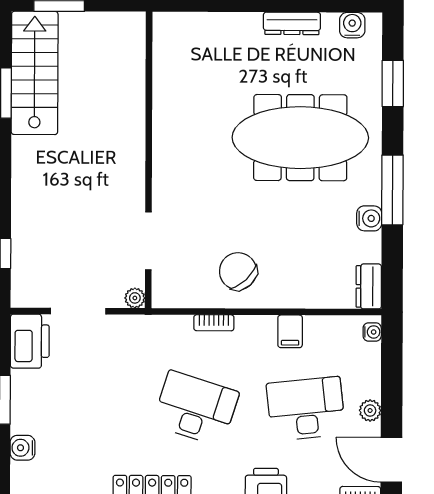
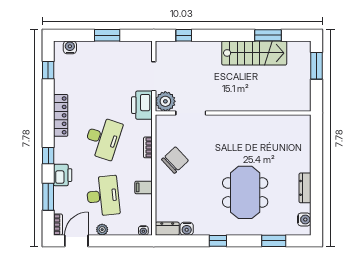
stairs: (35, 73) -> (254, 53), moved
meeting table: (300, 138) -> (245, 192), width x0.73
window: (392, 190) -> (218, 241), width x0.46
water cooler: (369, 218) -> (187, 229), moved
plant: (135, 298) -> (165, 101), width x1.88, depth x1.88
printer: (30, 341) -> (142, 105), moved, turned 90
water cooler: (22, 448) -> (70, 47), moved

